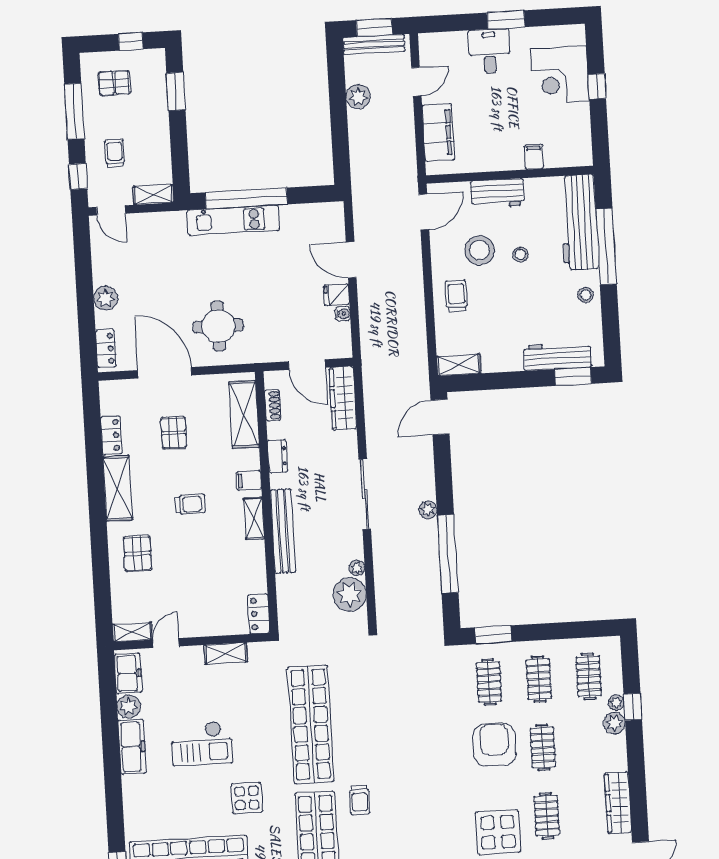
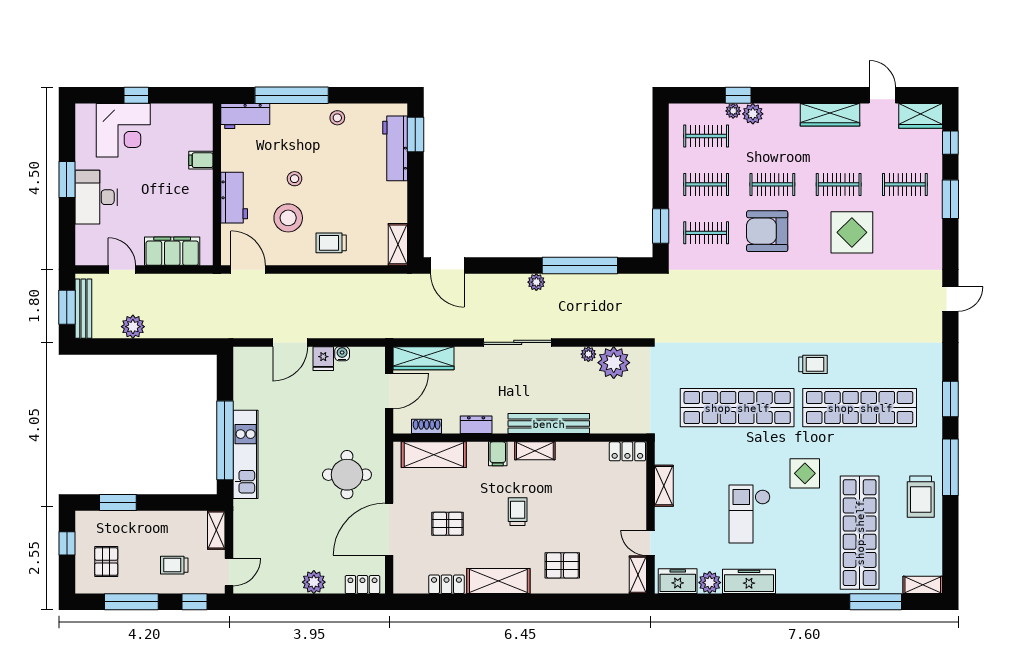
desk: (489, 51) -> (96, 197), width x1.37
workbench: (579, 222) -> (245, 116), width x0.53, depth x0.76
checkout: (202, 743) -> (749, 514), turned 180

